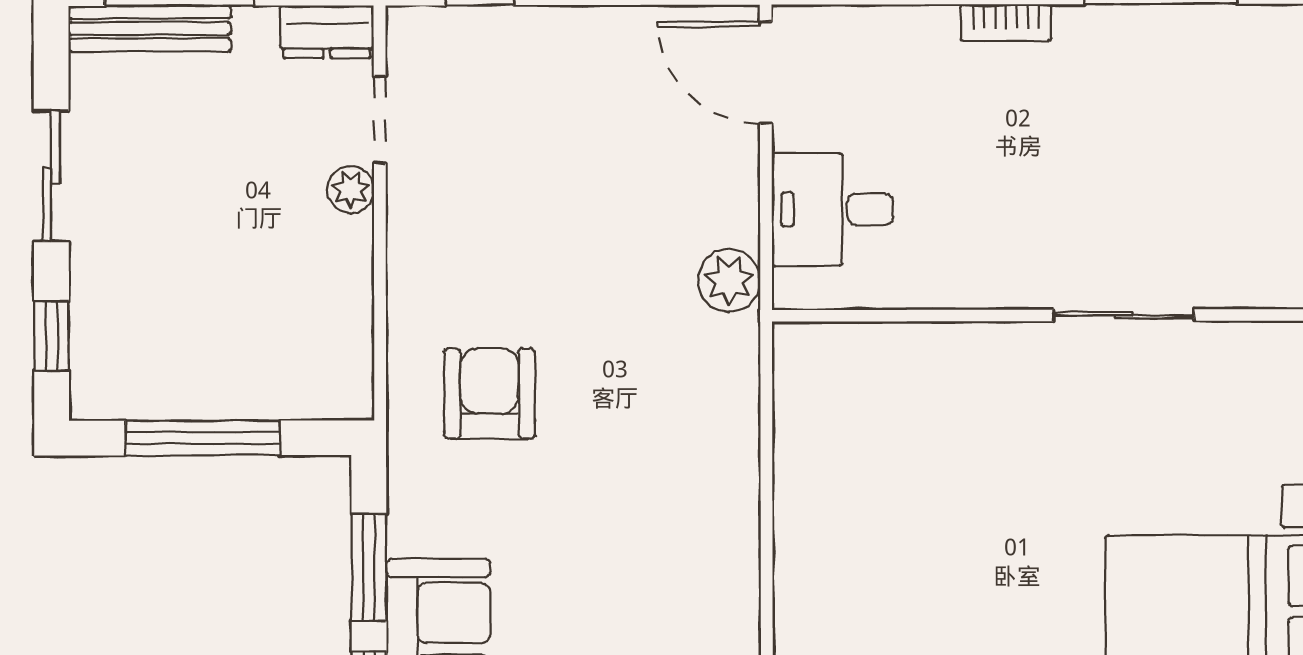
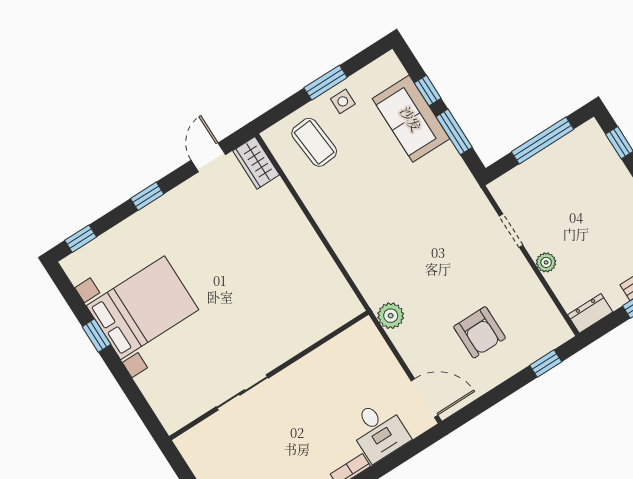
doorway: (380, 120) -> (511, 231), moved
desk: (833, 209) -> (379, 431), moved, turned 90
armchair: (489, 394) -> (480, 332), moved

